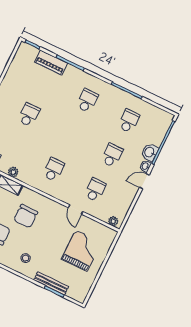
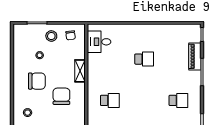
plant: (13, 172) -> (92, 69), removed
chair: (26, 216) -> (61, 96), turned 90

